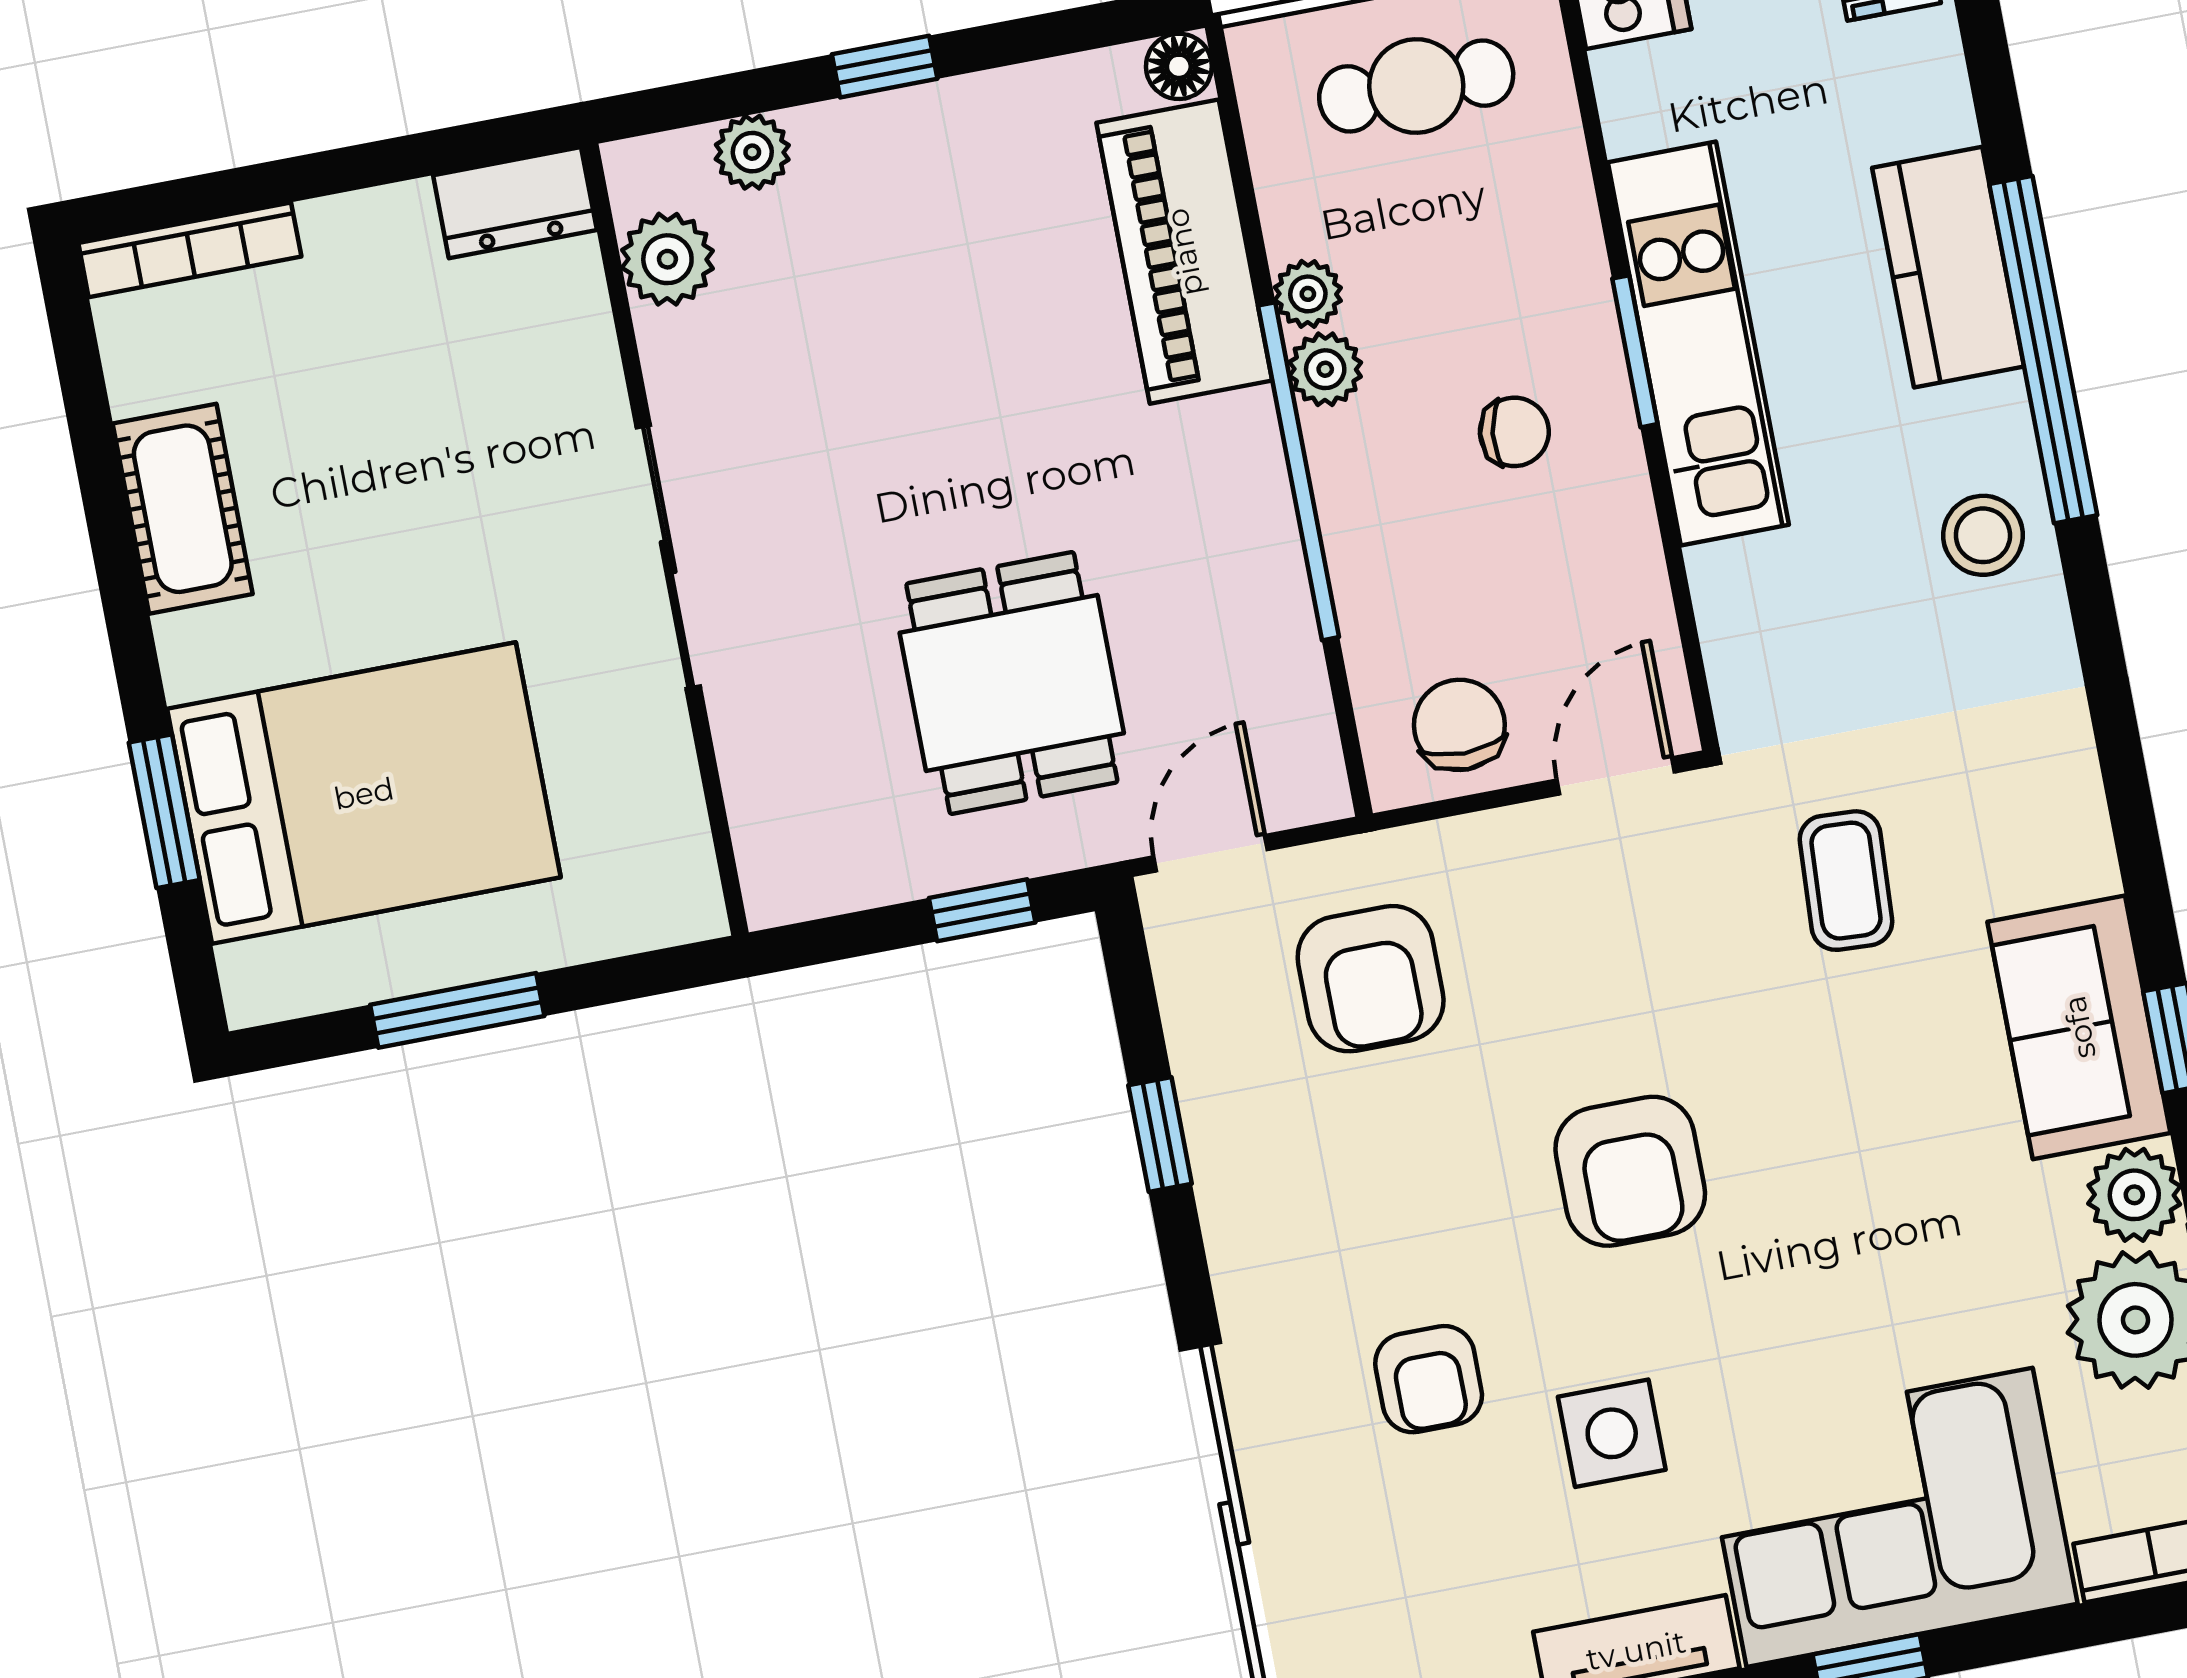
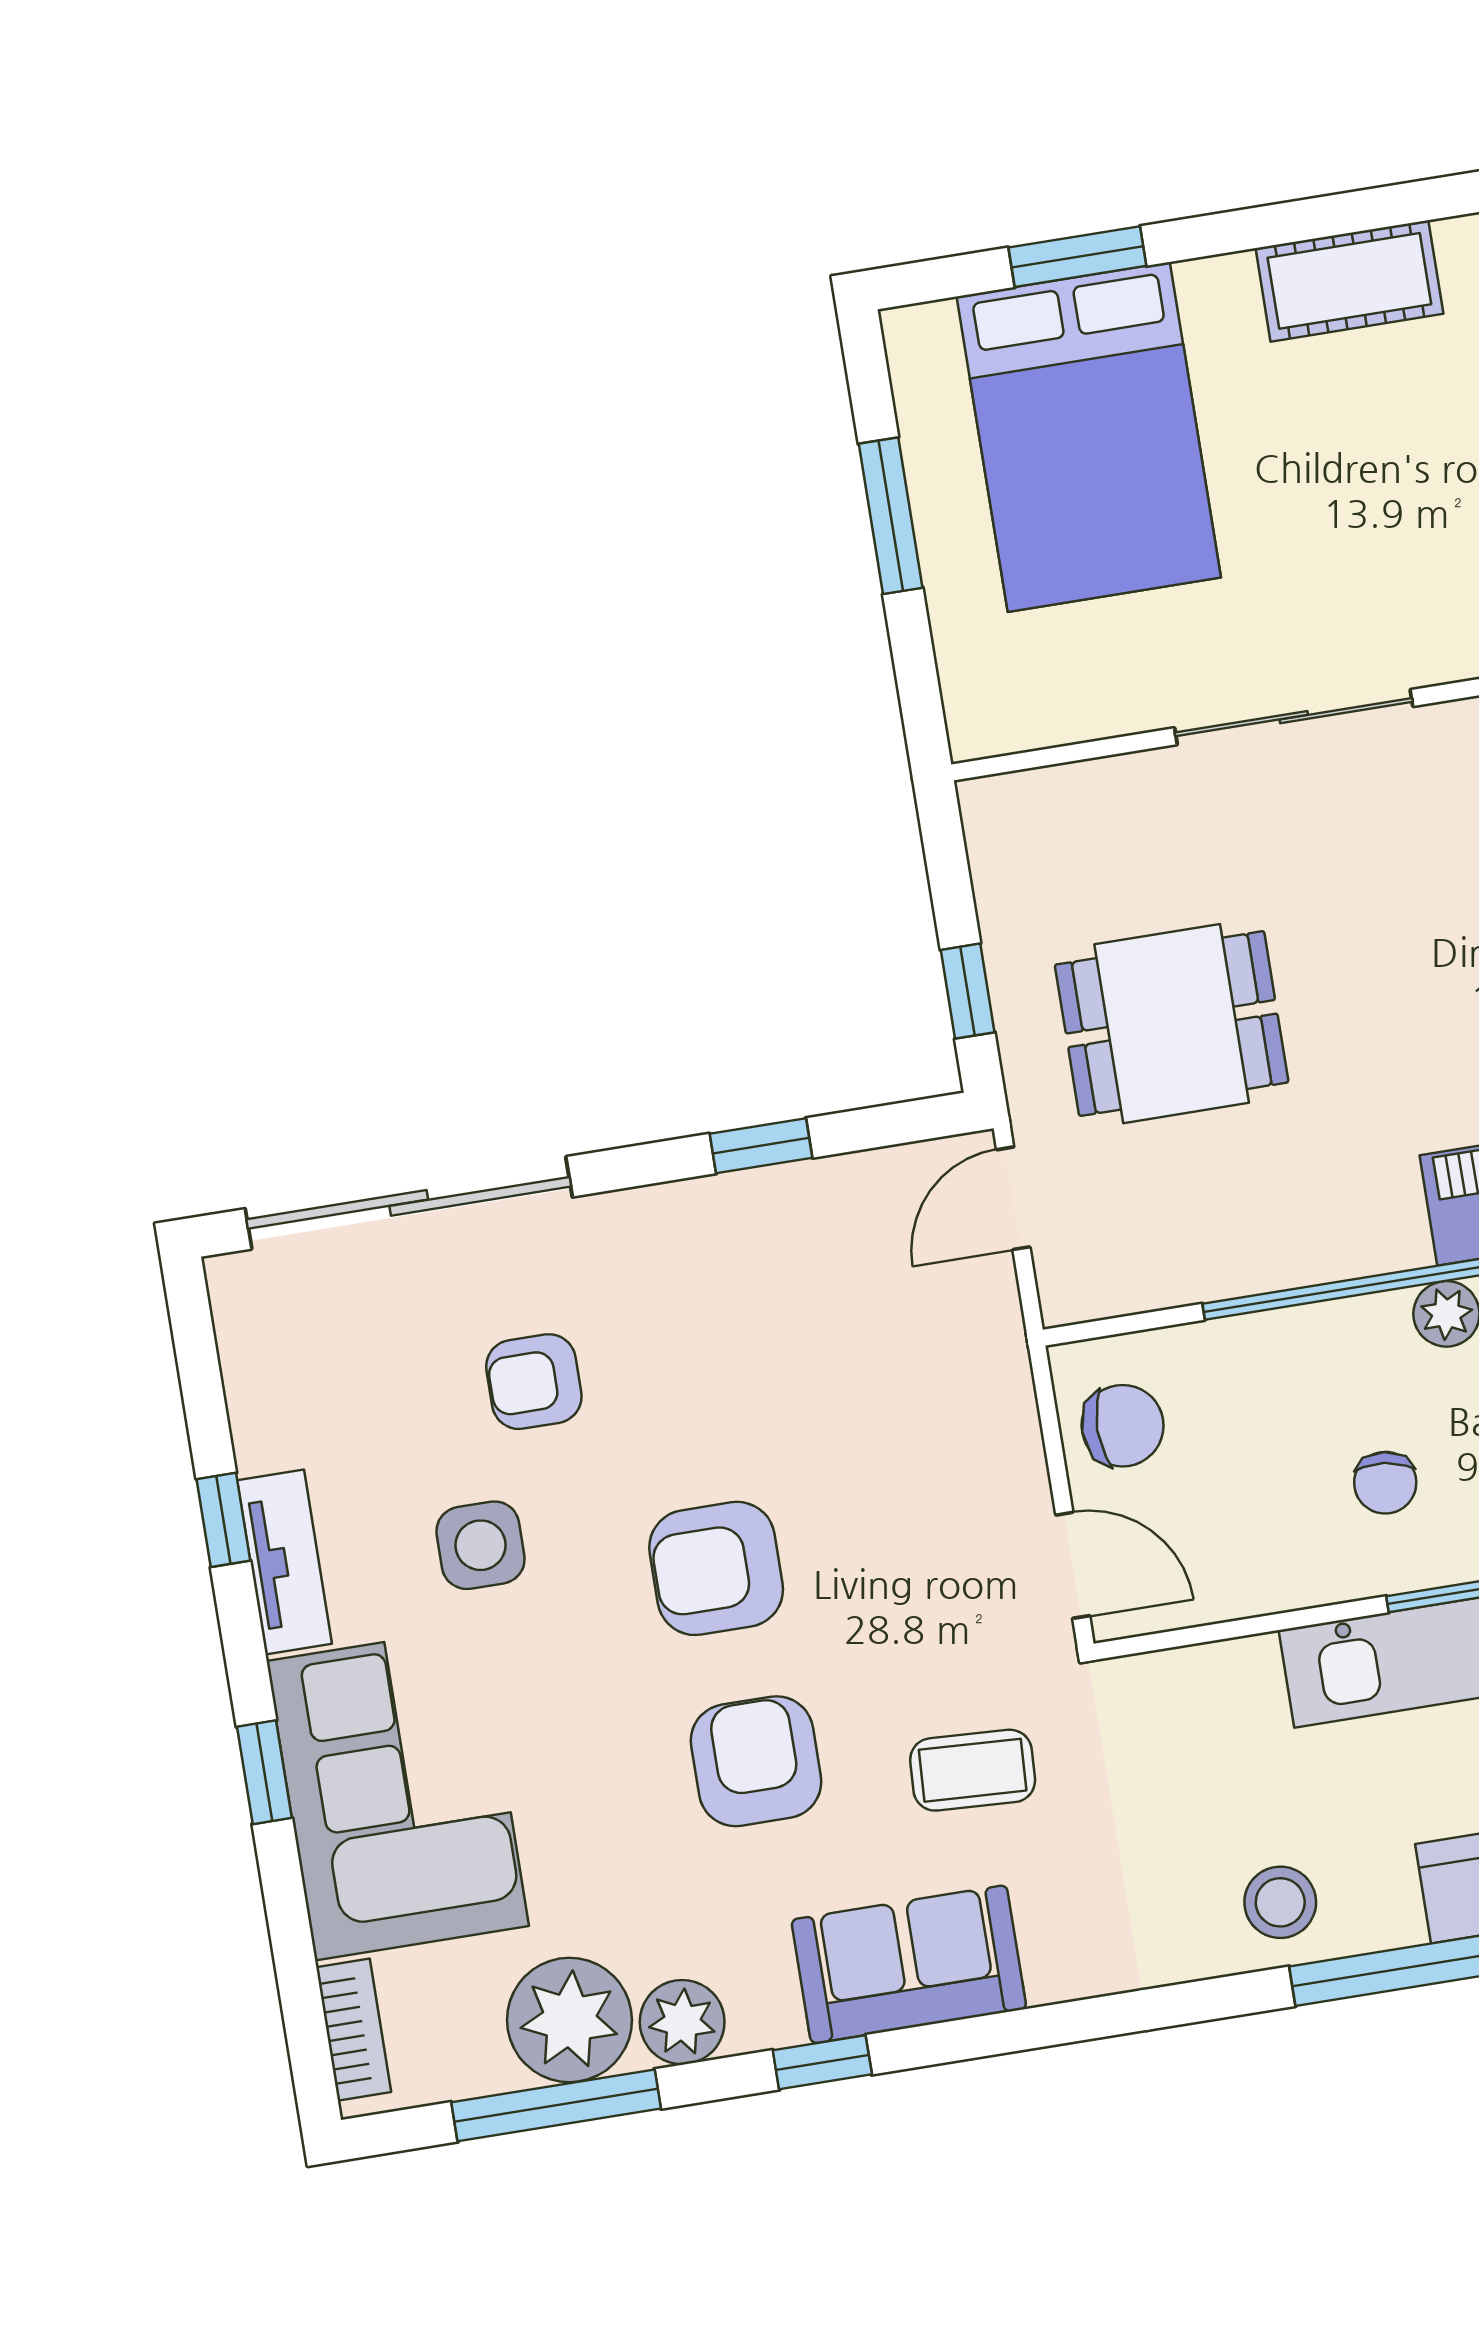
door: (1211, 853) -> (1013, 1198), swing flipped
armchair: (1371, 979) -> (756, 1761), moved, turned 90
sofa: (2079, 1027) -> (909, 1964), moved

